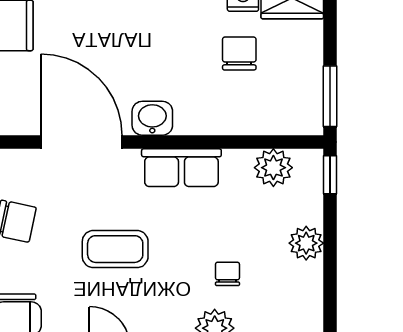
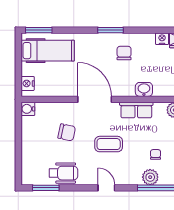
chair: (239, 54) -> (124, 53), moved
washbasin: (152, 118) -> (144, 89), moved

